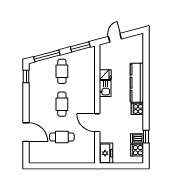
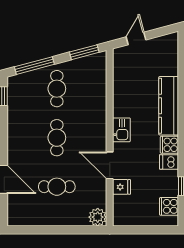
fridge: (105, 75) -> (122, 187), moved
kitchen sink: (105, 88) -> (121, 130), moved
dishwasher: (137, 138) -> (169, 162), moved
freezer: (106, 153) -> (123, 211), removed
plant: (89, 157) -> (98, 217), added

